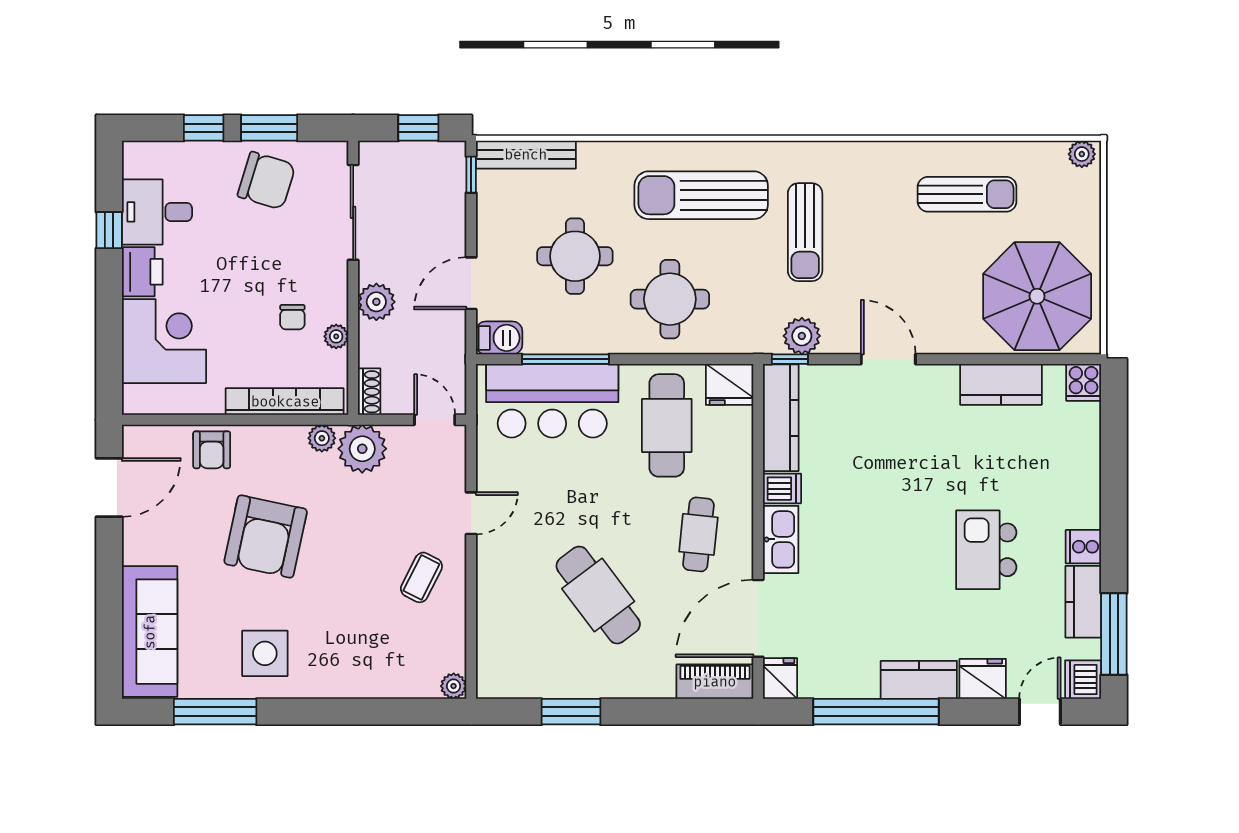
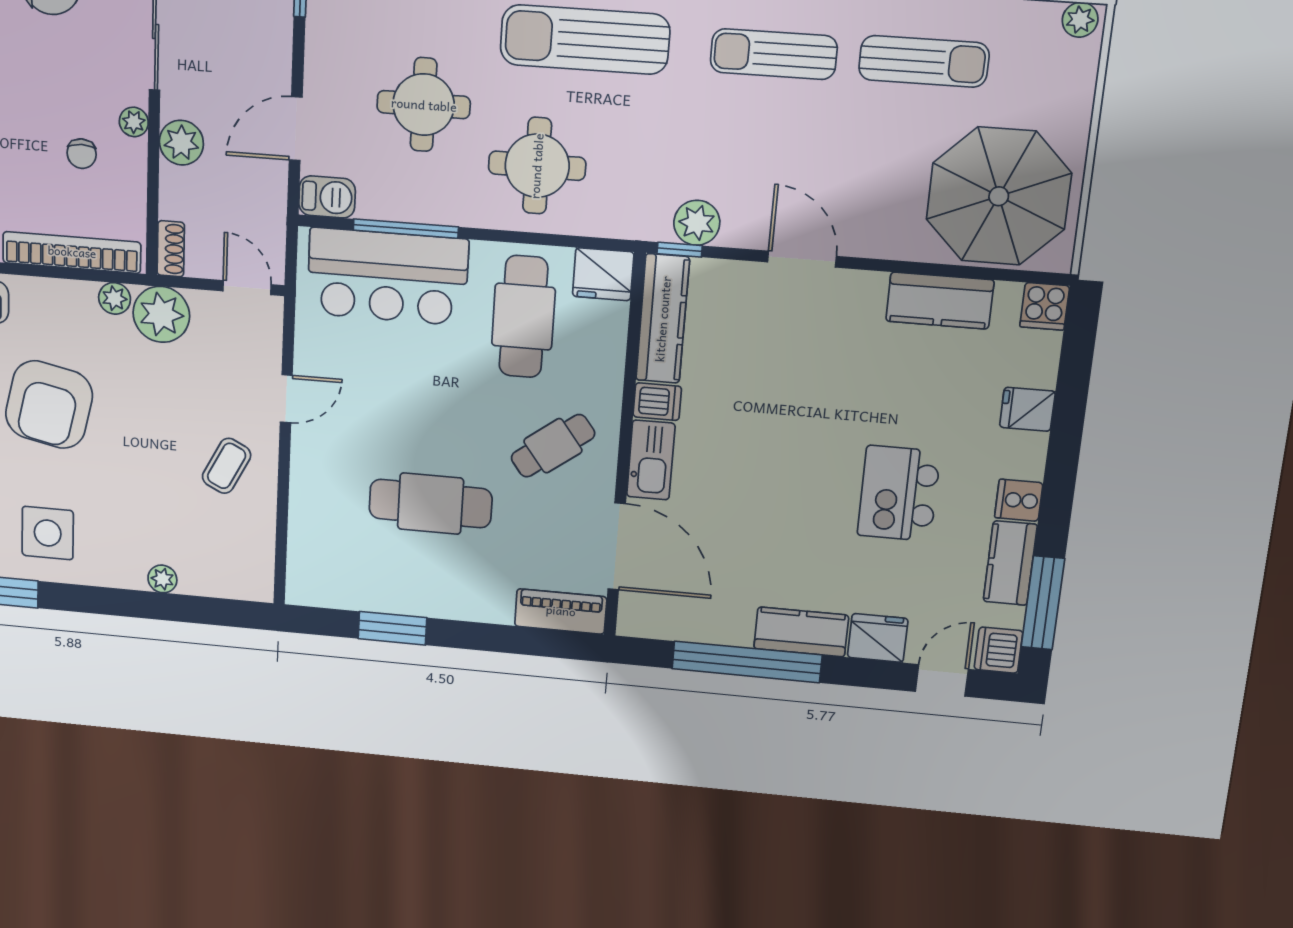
sun lounger: (805, 232) -> (774, 54), moved, turned 90
plant: (336, 336) -> (134, 122), moved
cafe table: (698, 534) -> (553, 446), turned 47
cafe table: (598, 595) -> (430, 504), turned -53
door: (758, 618) -> (617, 546), swing flipped
fridge: (780, 678) -> (1027, 409), moved, turned -90
plant: (454, 686) -> (162, 579), moved

